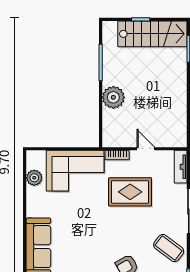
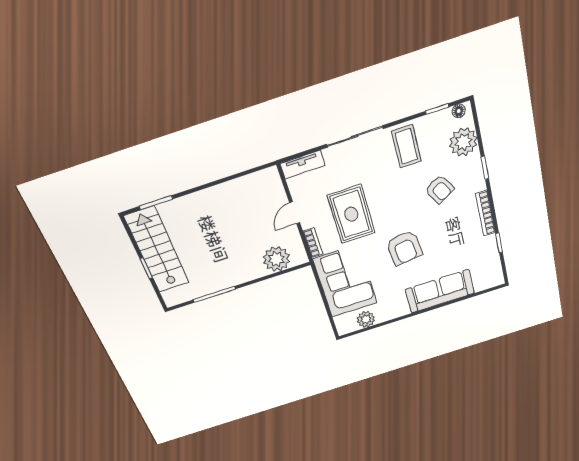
plant: (113, 97) -> (276, 259), moved
armchair: (88, 226) -> (404, 248), added
coffee table: (169, 248) -> (406, 146), turned -37

